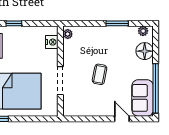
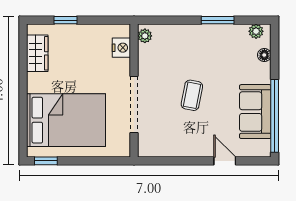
floor lamp: (145, 51) -> (264, 55), width x0.53, depth x0.53
doorway: (60, 81) -> (134, 105), width x1.36
sofa: (143, 98) -> (255, 112), moved

